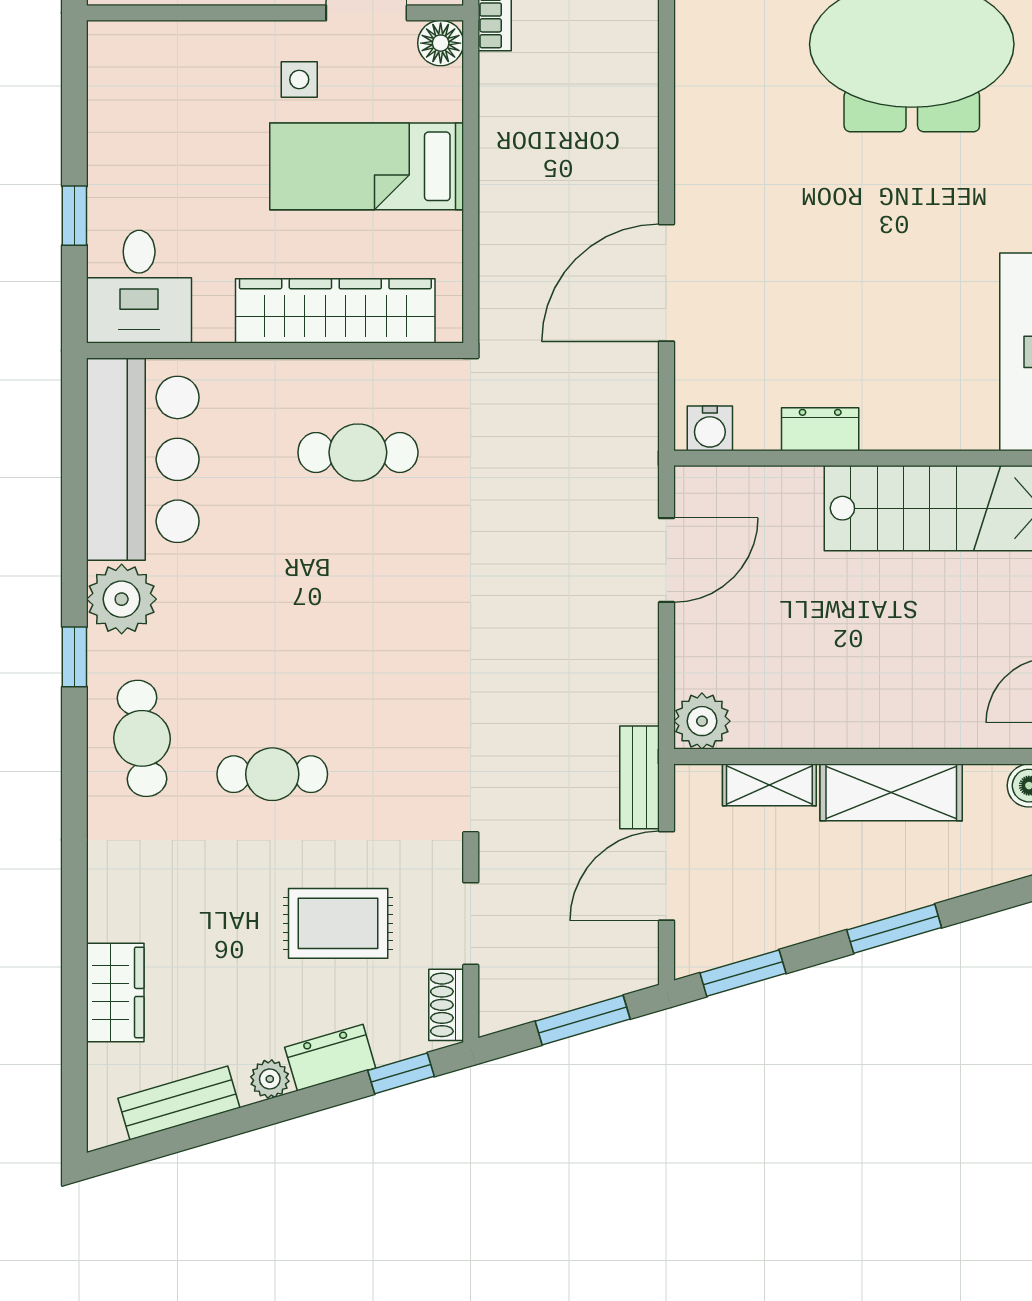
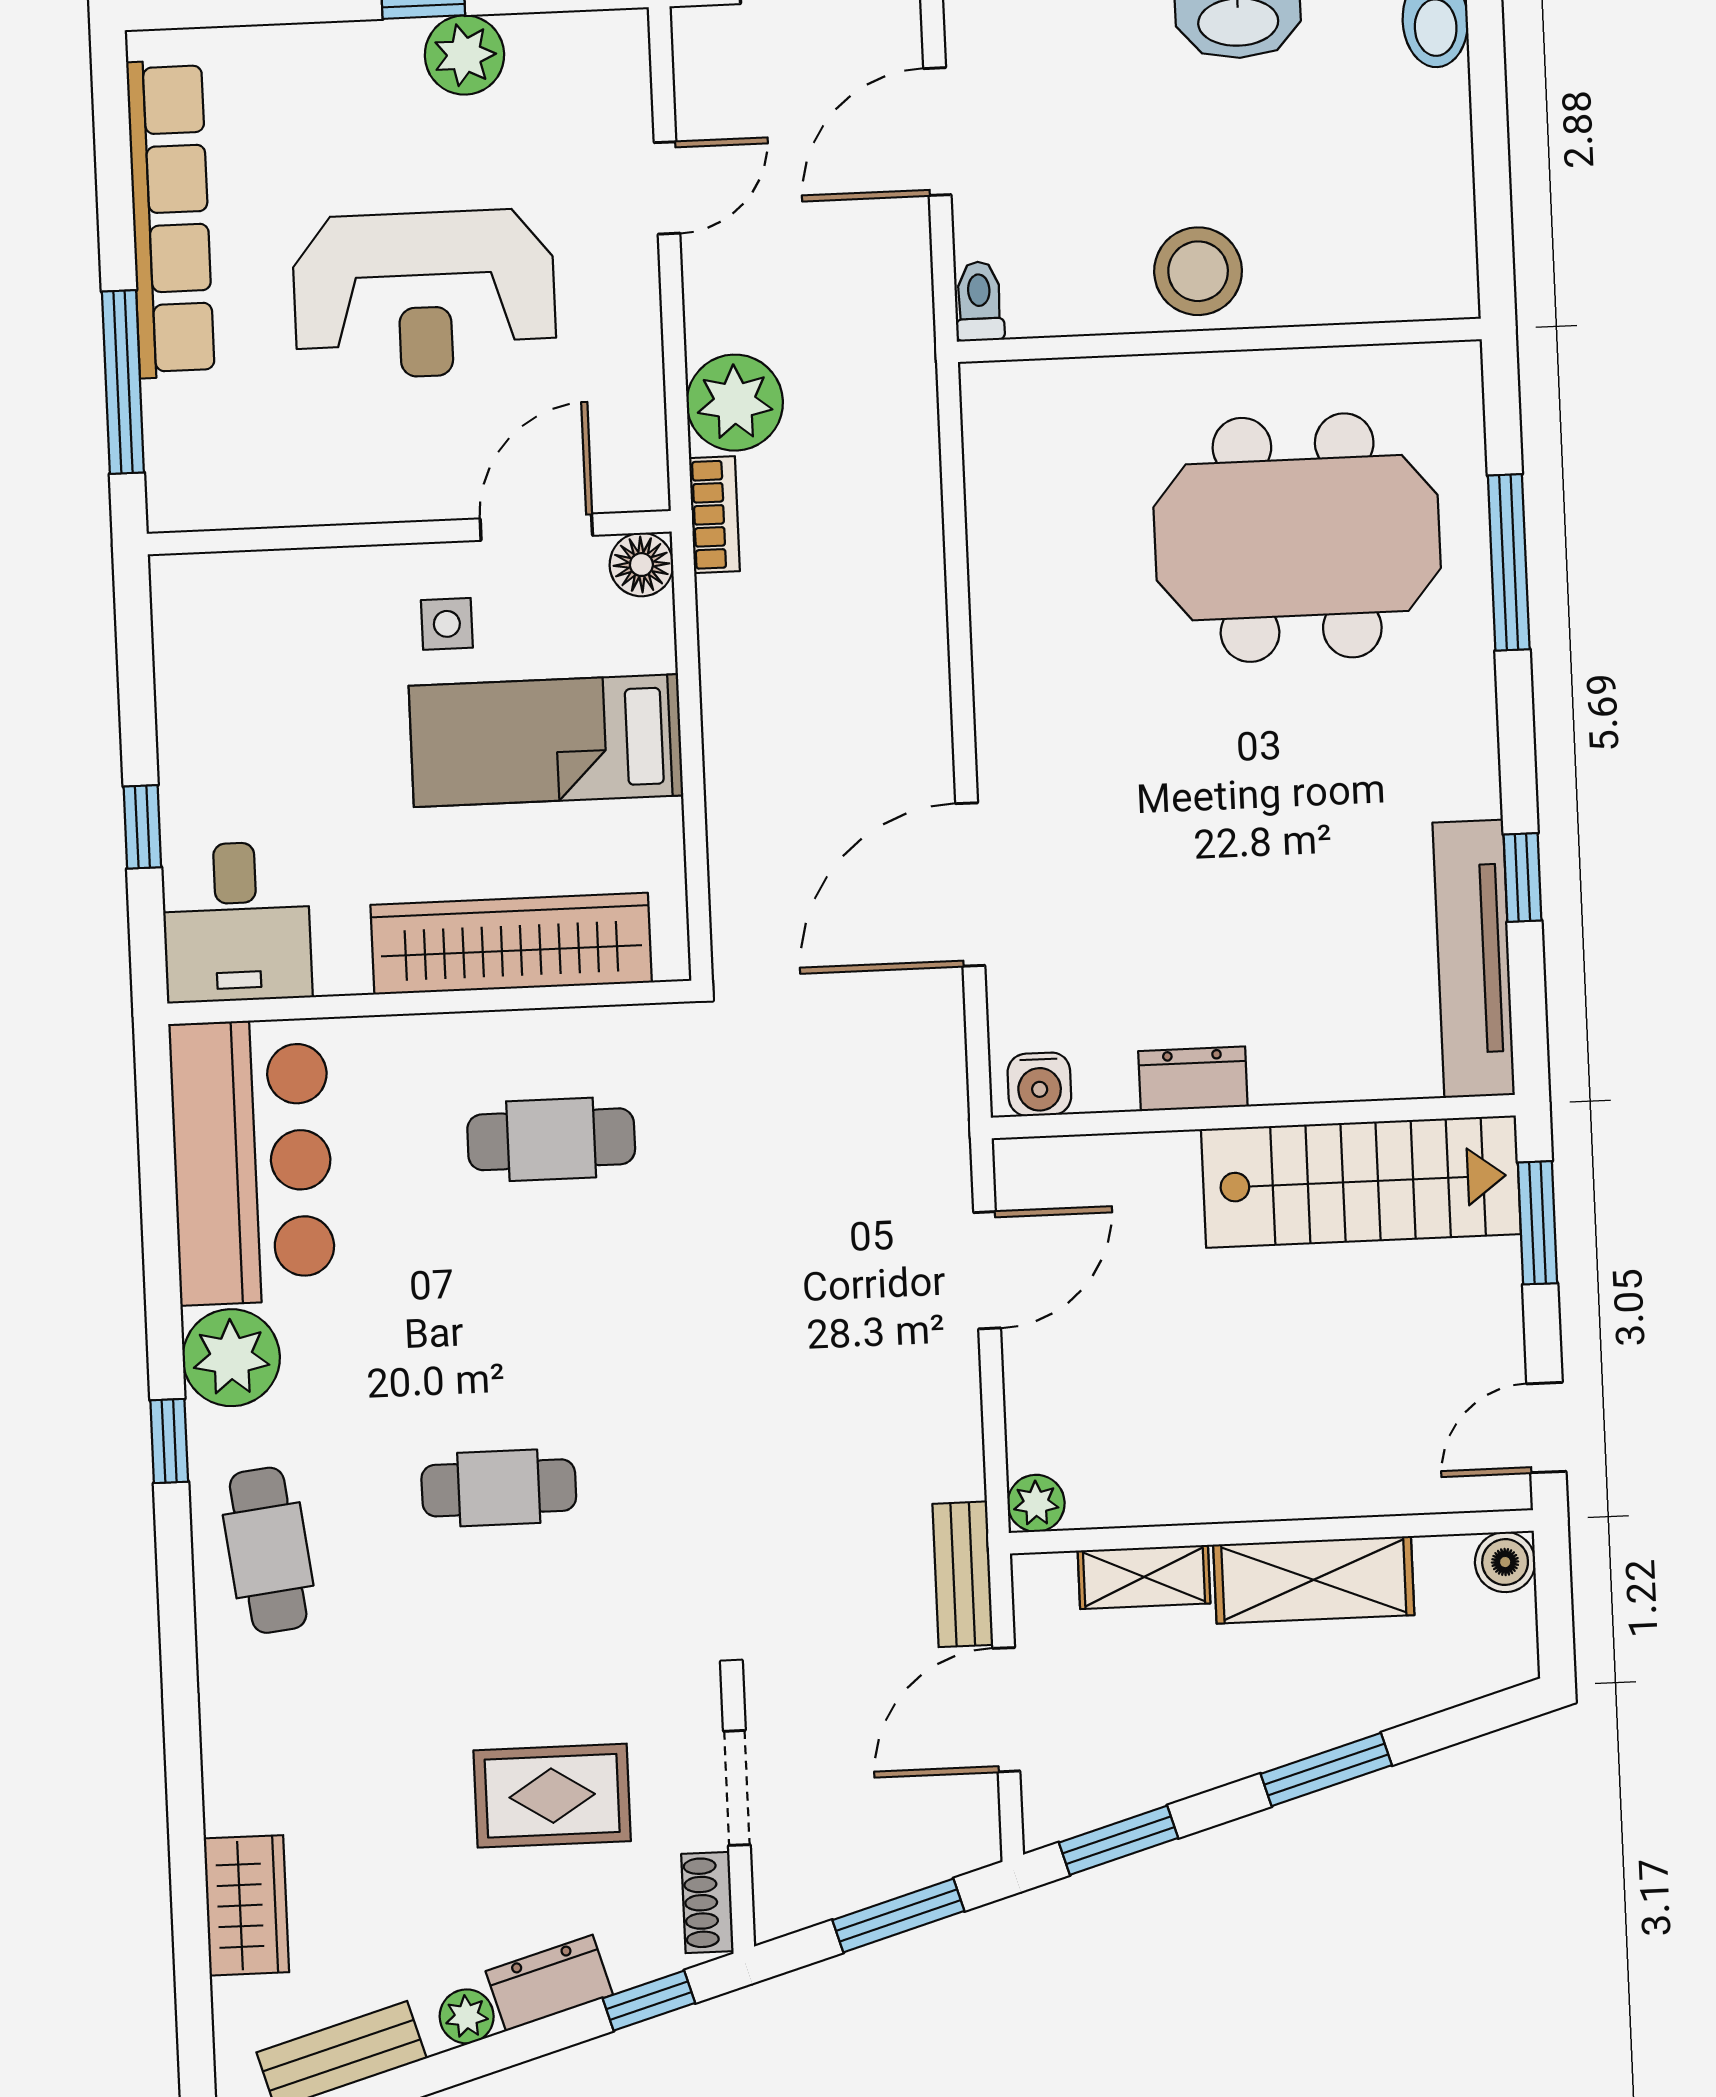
plant: (702, 721) -> (1036, 1503), width x0.73, depth x0.73
cafe table: (272, 774) -> (499, 1488), moved

